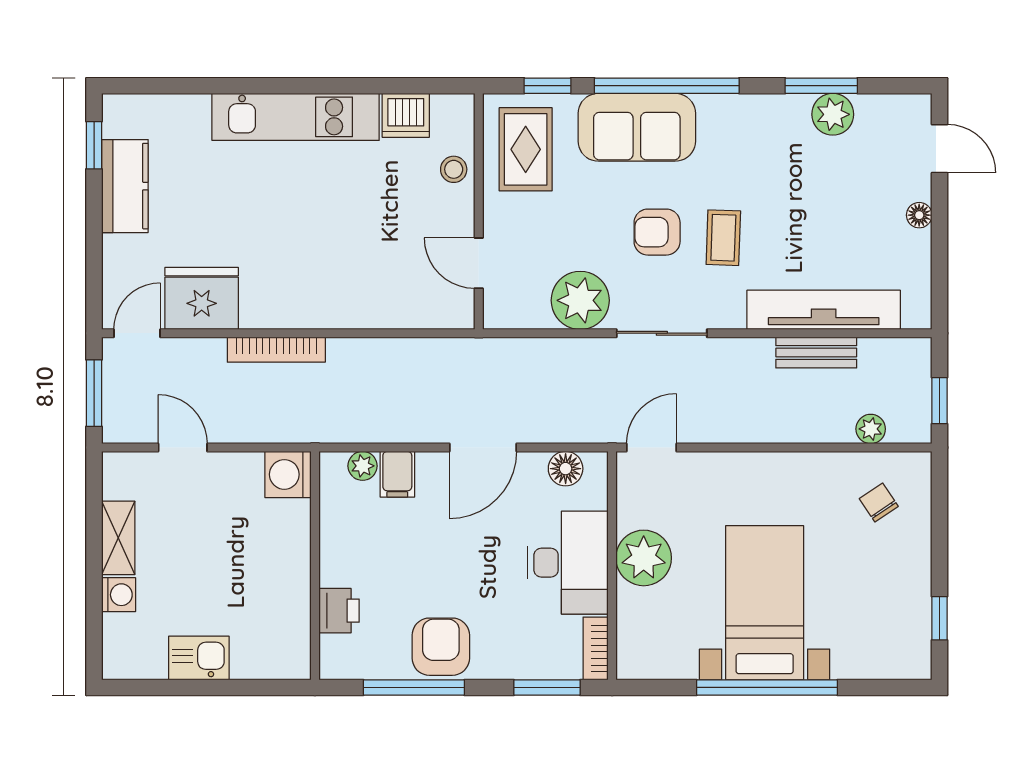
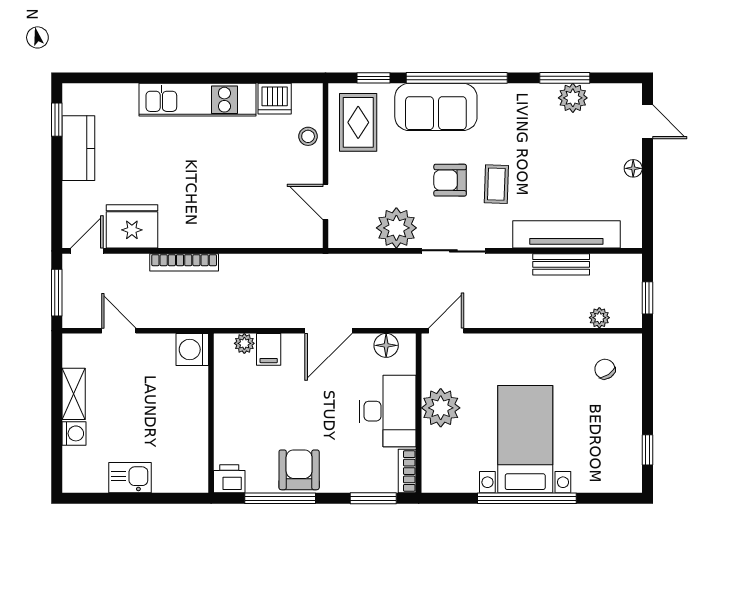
printer: (339, 611) -> (229, 479), moved, turned -90

